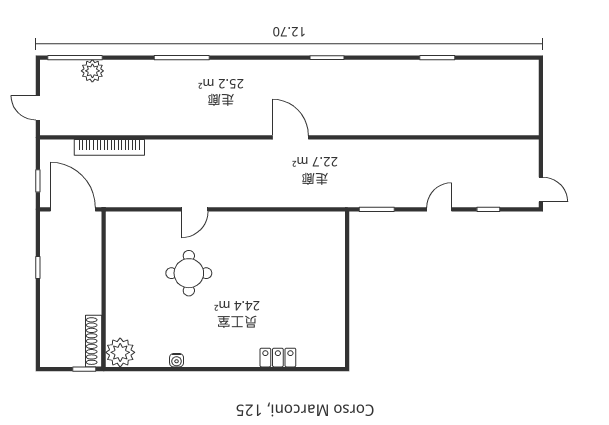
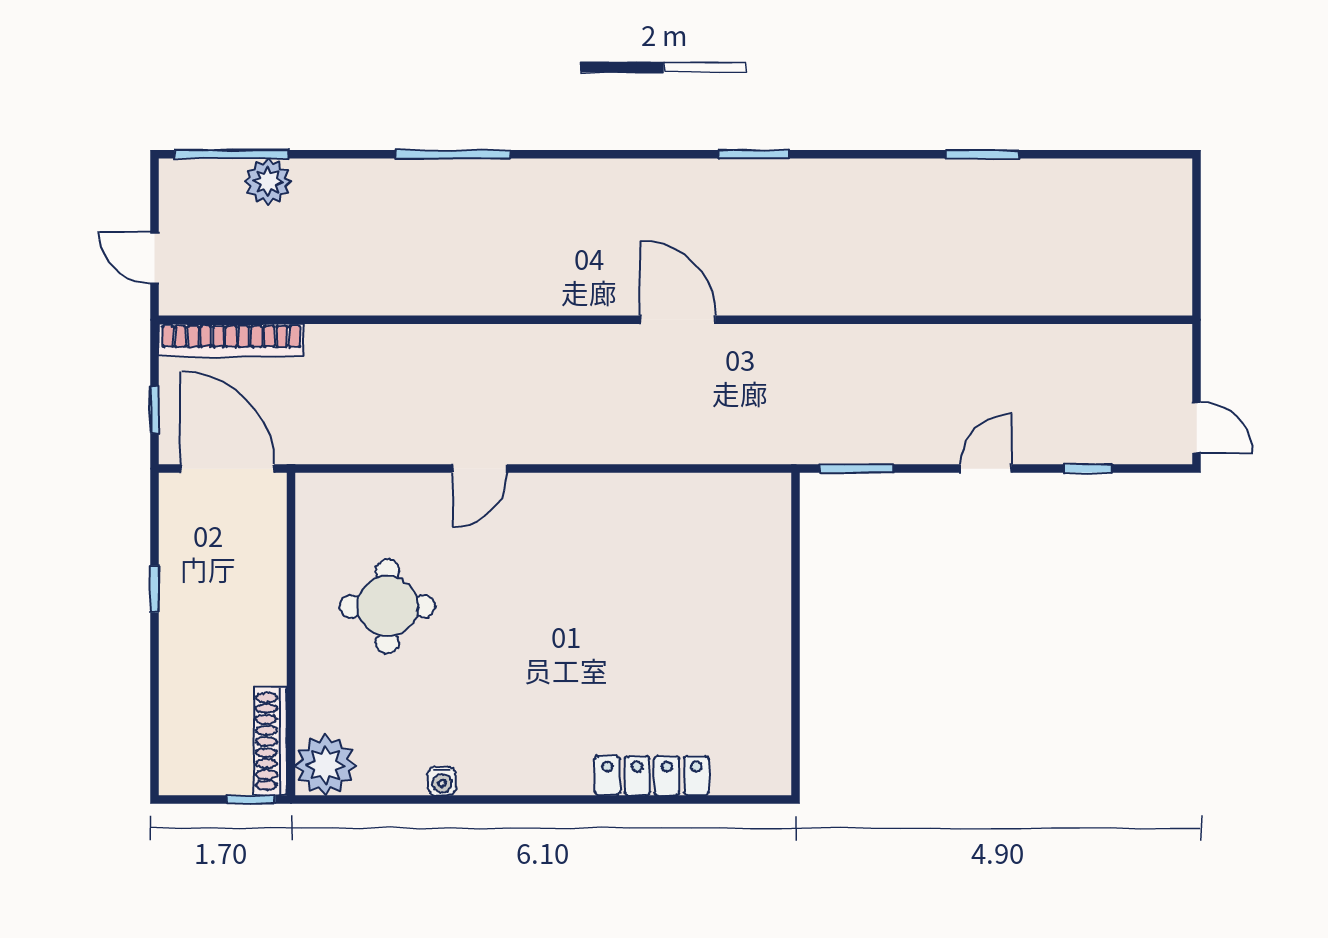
bookcase: (109, 147) -> (231, 340), moved
round table: (189, 273) -> (388, 606), moved
locker: (278, 358) -> (652, 776), width x1.53

